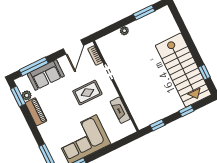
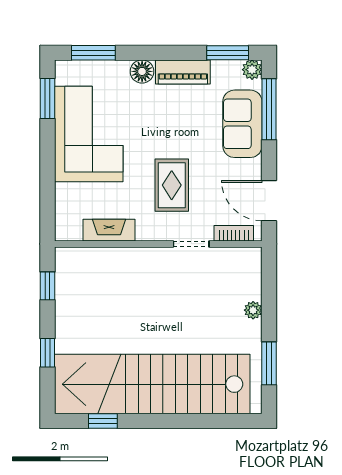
stairs: (183, 70) -> (152, 384), width x1.36
plant: (27, 95) -> (252, 70), moved
floor lamp: (44, 130) -> (142, 71), added

